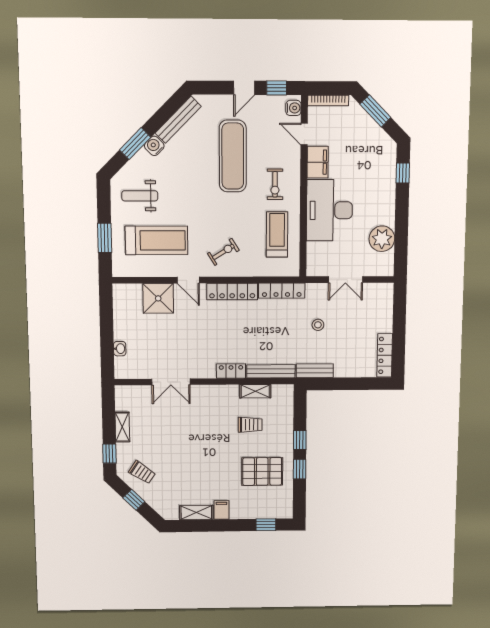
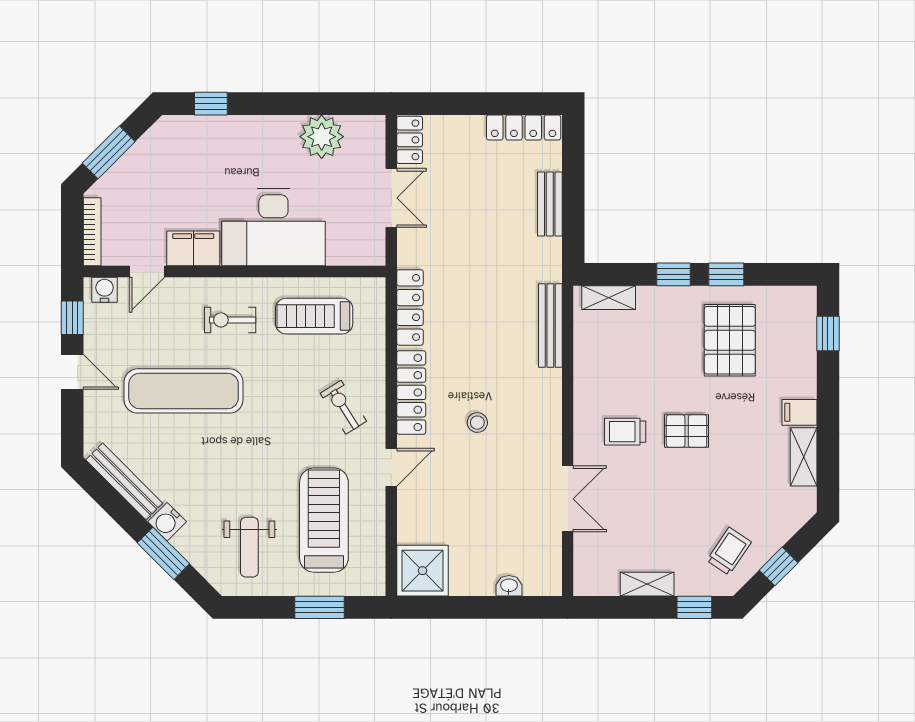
exercise bike: (275, 184) -> (230, 320), turned 180
shower: (158, 298) -> (422, 571), moved
stool: (318, 325) -> (477, 423), moved
locker: (231, 371) -> (410, 140), moved, turned 180
bench: (315, 371) -> (550, 204), moved
shelving: (255, 391) -> (609, 298), moved, turned 90
trolley: (250, 425) -> (625, 432), moved, turned -90
pallet: (210, 448) -> (687, 431), added

